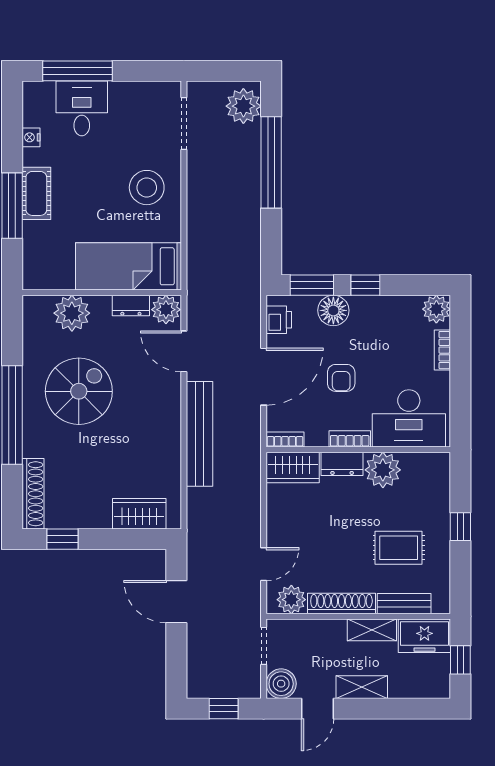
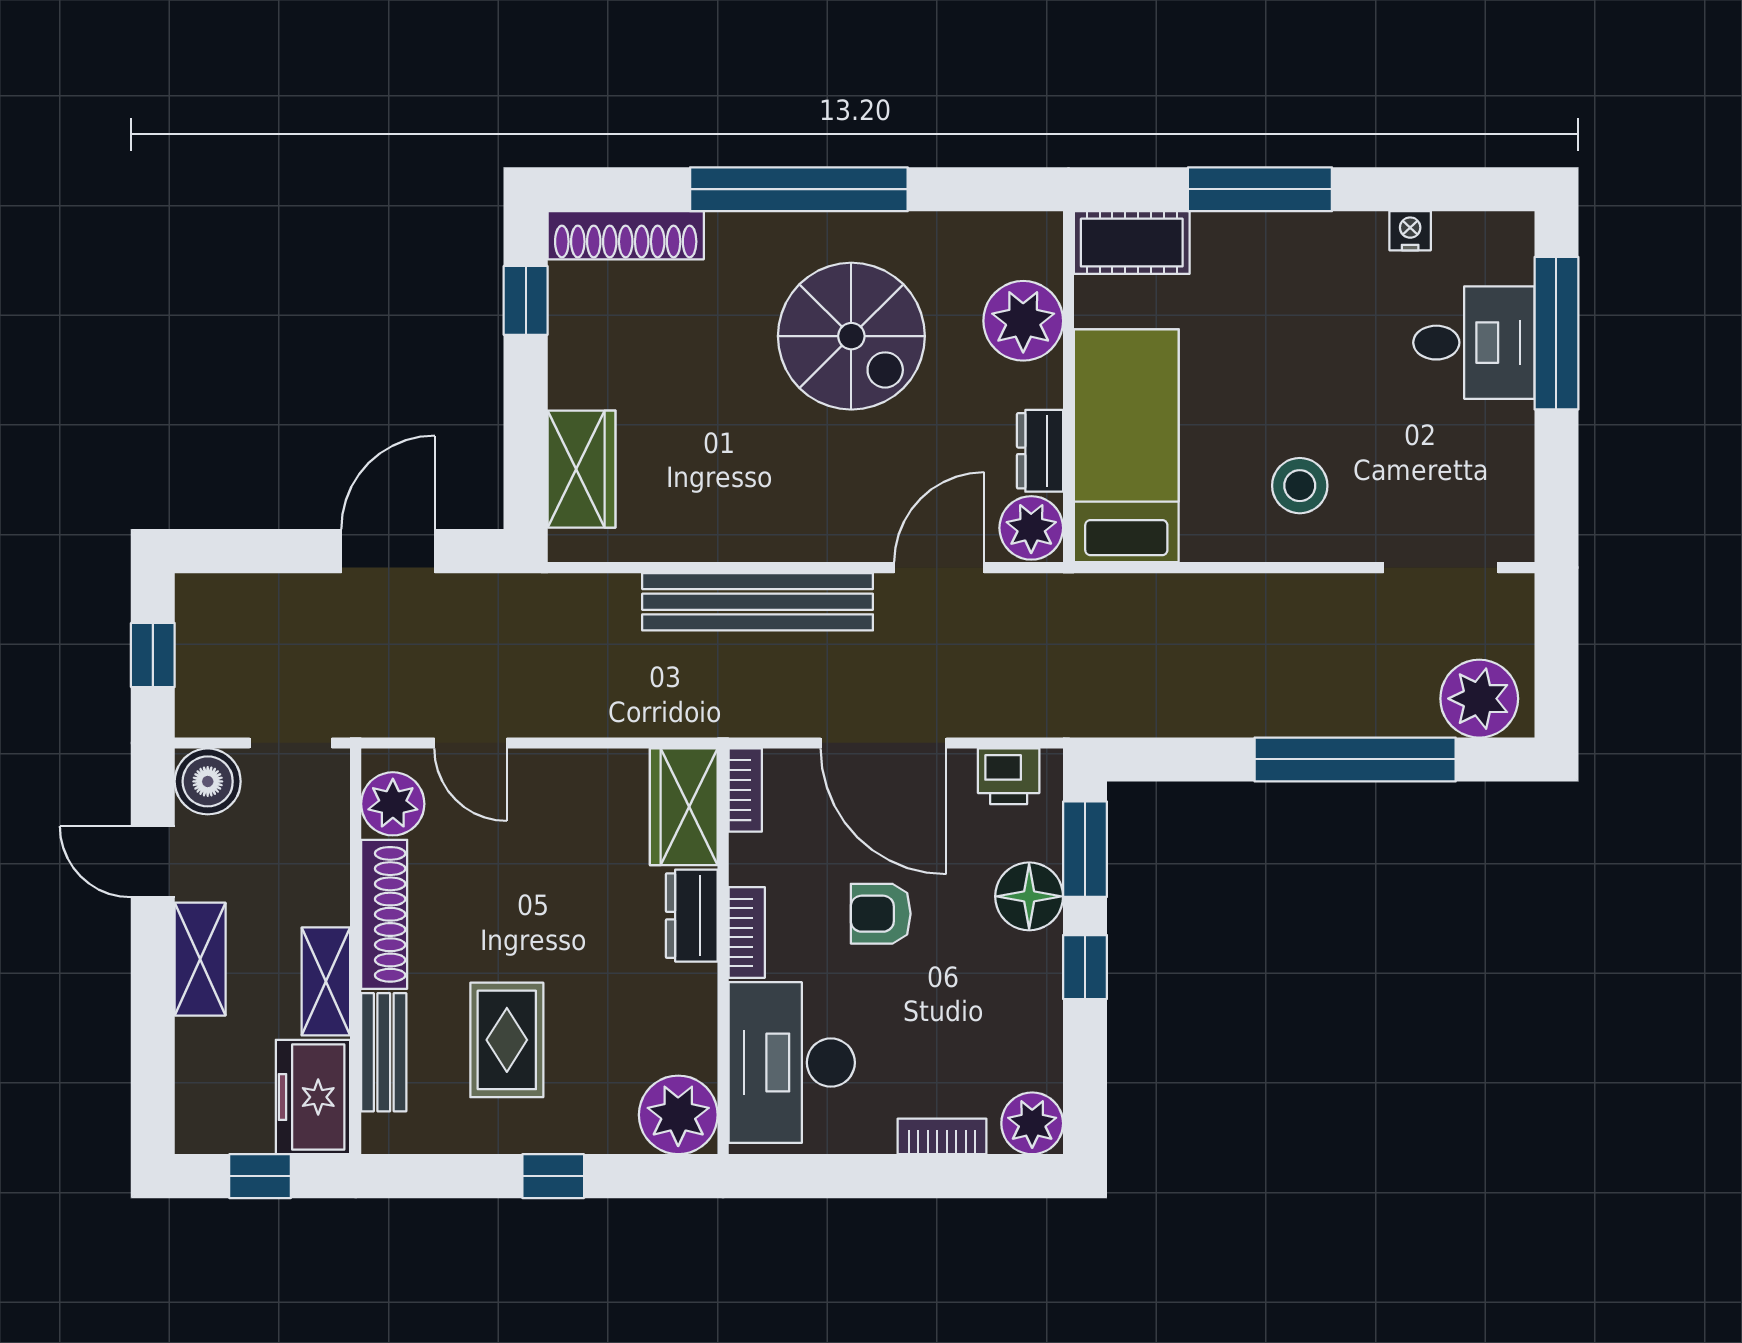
stool: (147, 188) -> (1300, 486), width x0.73, depth x0.73
cot: (36, 193) -> (1132, 243), moved
plant: (383, 470) -> (678, 1115), moved

